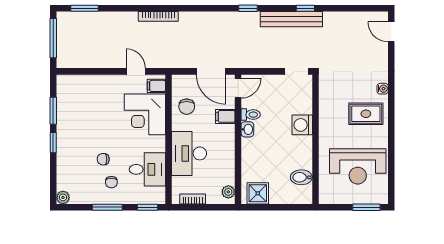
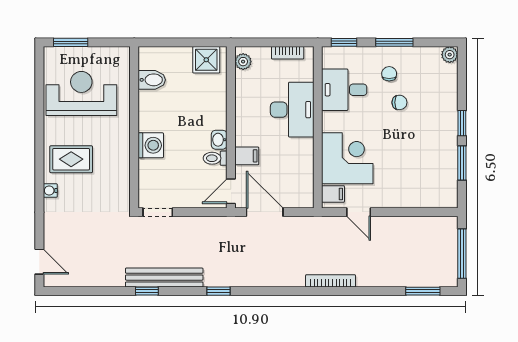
chair: (187, 107) -> (295, 168), removed

